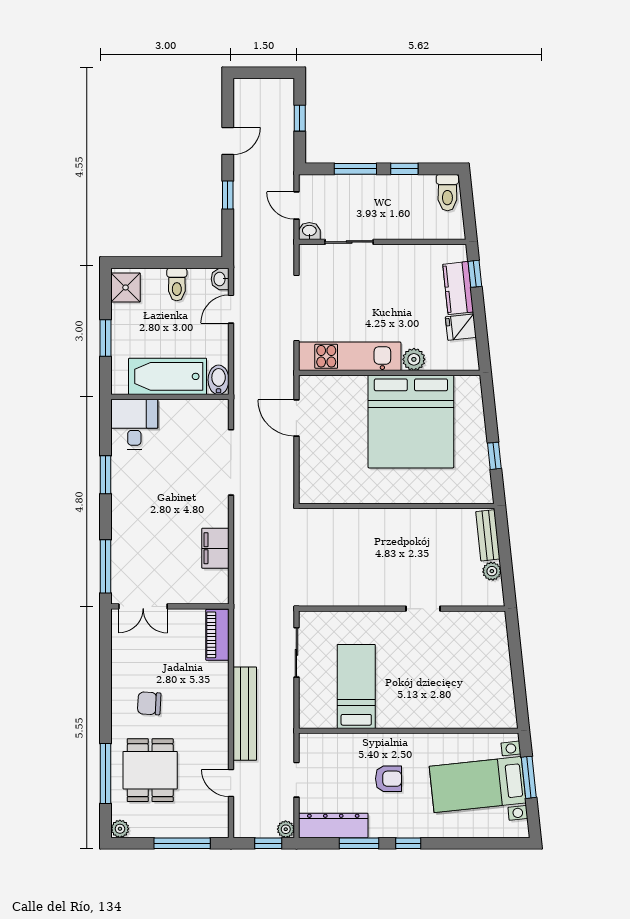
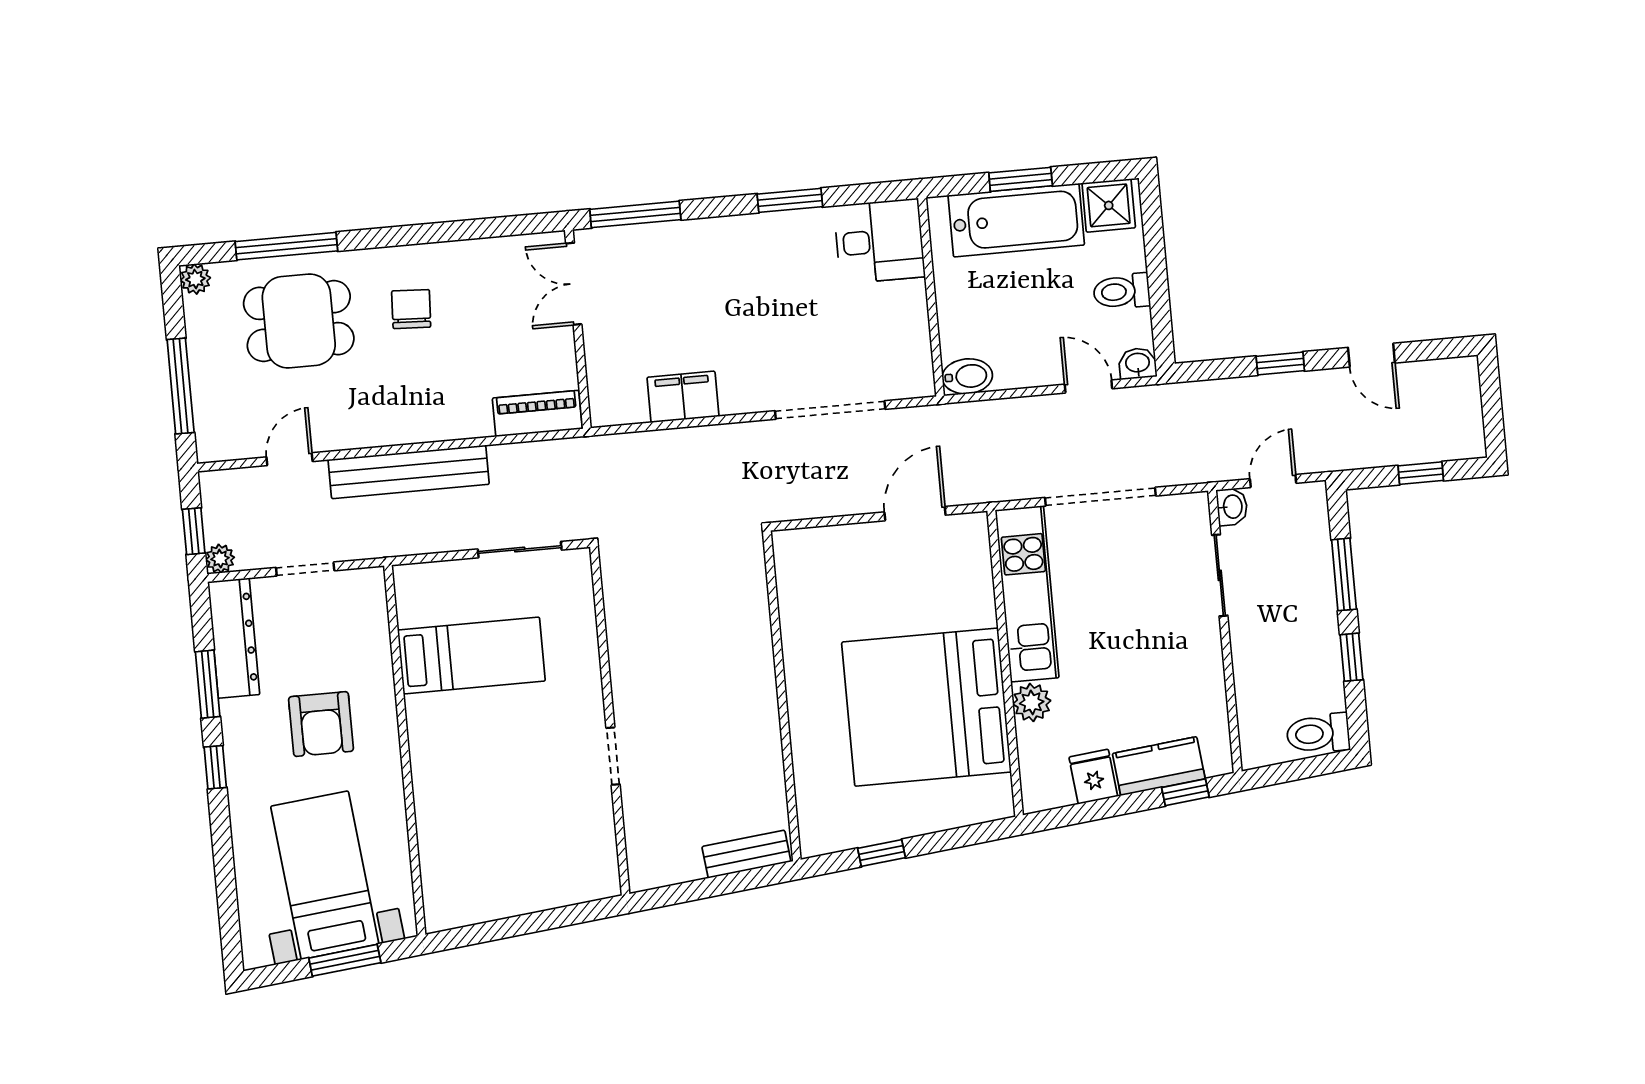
bathtub: (168, 376) -> (1016, 220), moved, turned 90
plant: (492, 571) -> (687, 866), removed
armchair: (388, 779) -> (321, 724), width x1.38, depth x1.38

